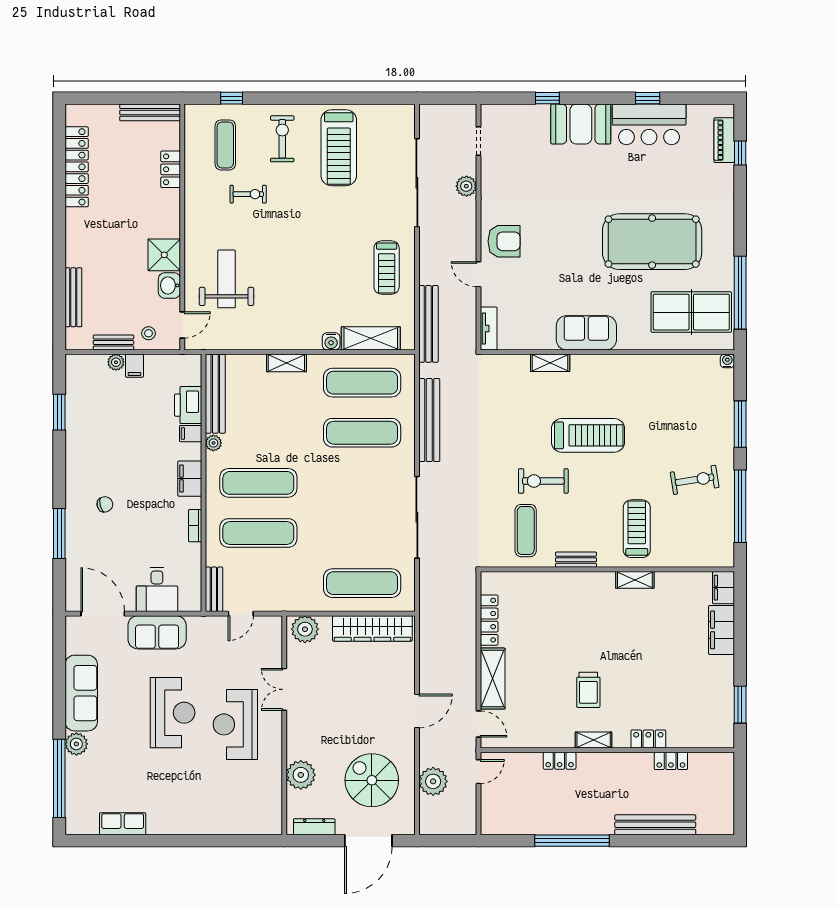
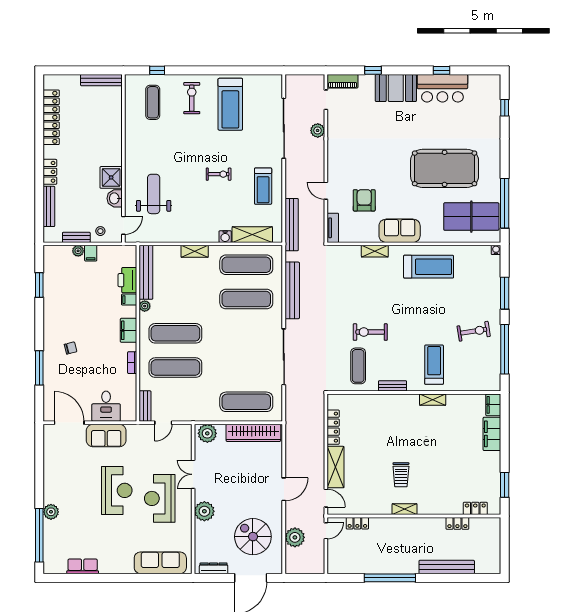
piano: (724, 140) -> (343, 81), moved, turned -90
locker: (171, 169) -> (50, 172), moved, turned 180
exercise bike: (248, 194) -> (219, 174), moved
armchair: (504, 241) -> (364, 200), moved, turned -90
treadmill: (588, 435) -> (429, 267), moved
sofa: (81, 693) -> (160, 563), moved, turned -90
locker: (648, 739) -> (475, 508), moved
locker: (560, 761) -> (357, 523), moved
plant: (301, 775) -> (204, 511), moved

